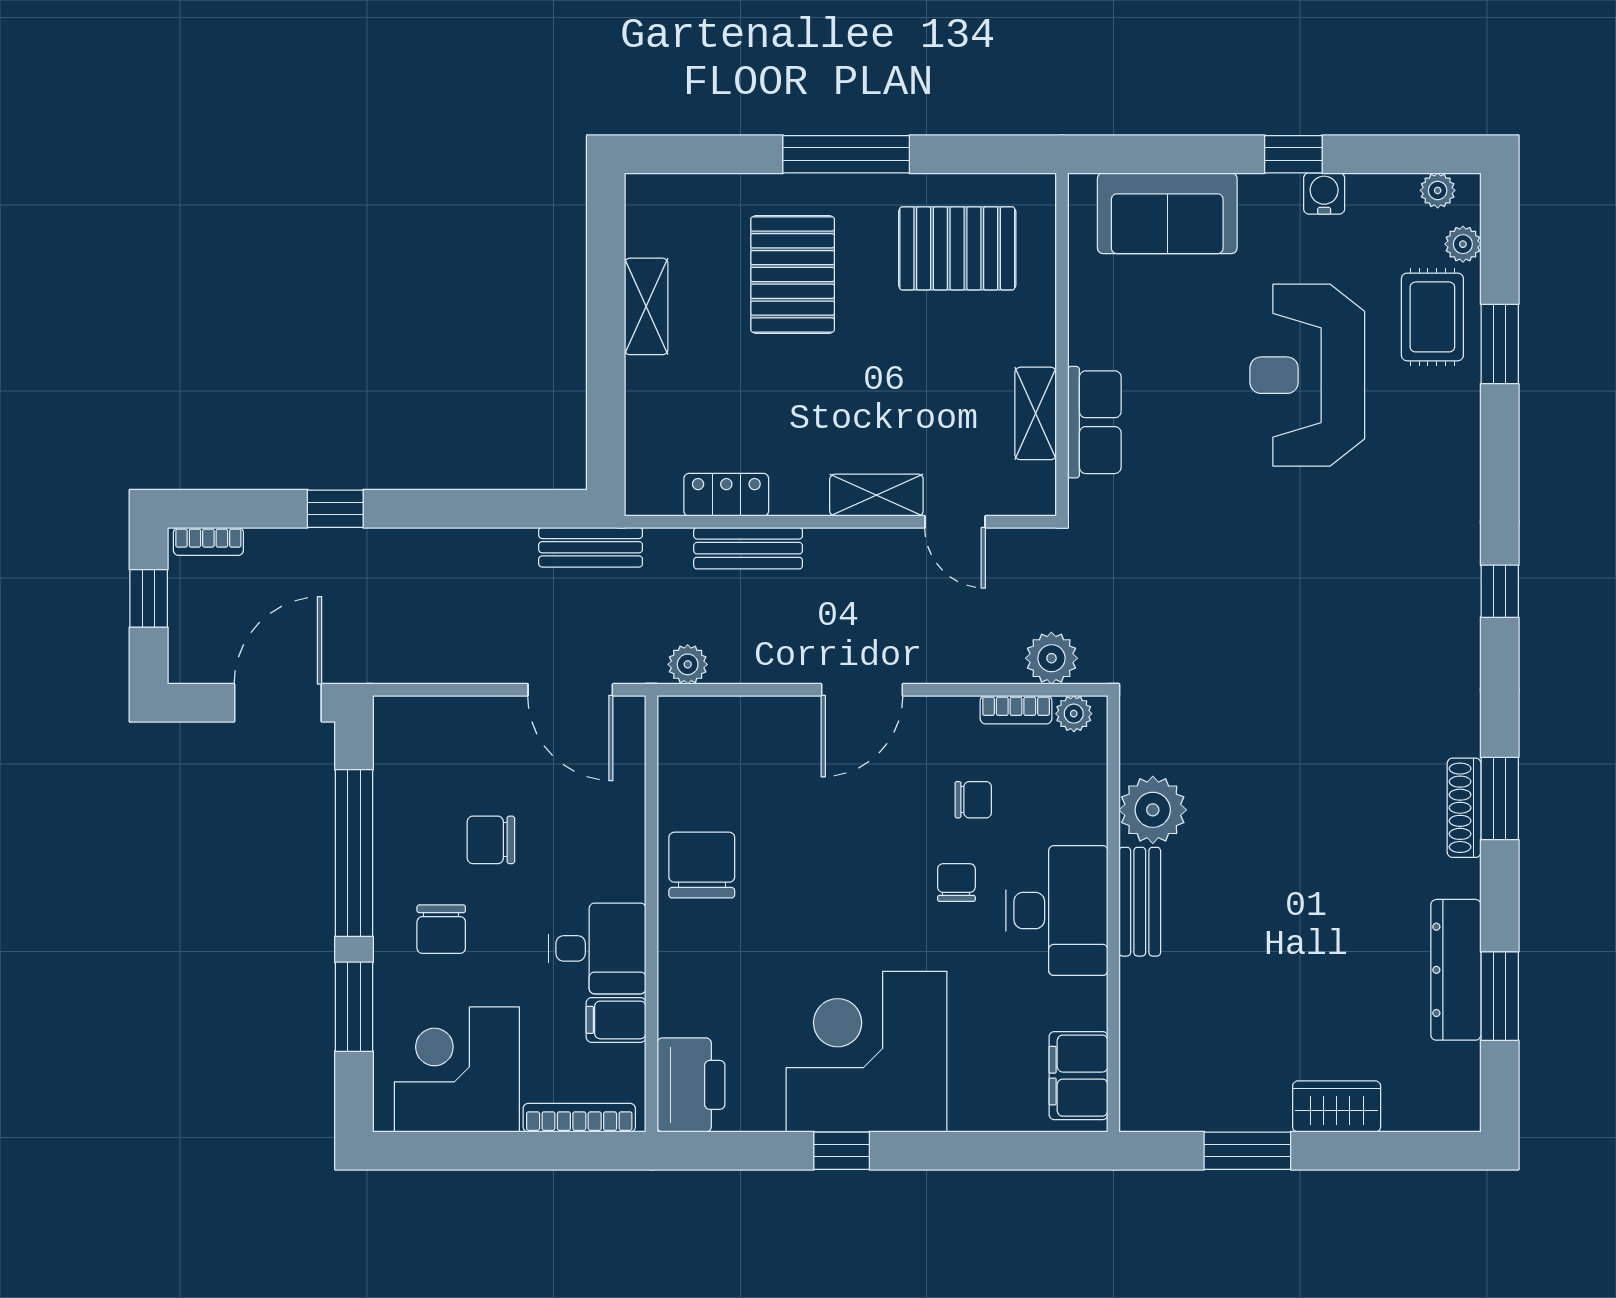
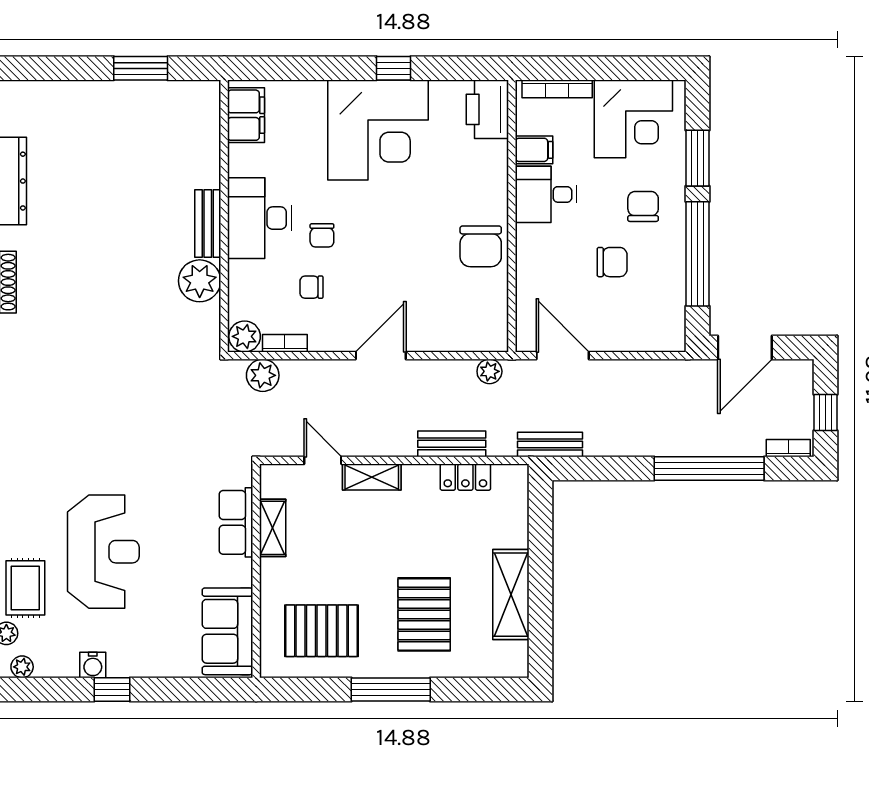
sofa: (1167, 213) -> (227, 631), moved, turned -90
shelving: (646, 306) -> (511, 595), width x1.50, depth x1.33
window: (335, 509) -> (709, 468), width x3.17
plant: (1074, 714) -> (245, 336), width x1.38, depth x1.38
wardrobe: (1337, 1106) -> (85, 96), removed

